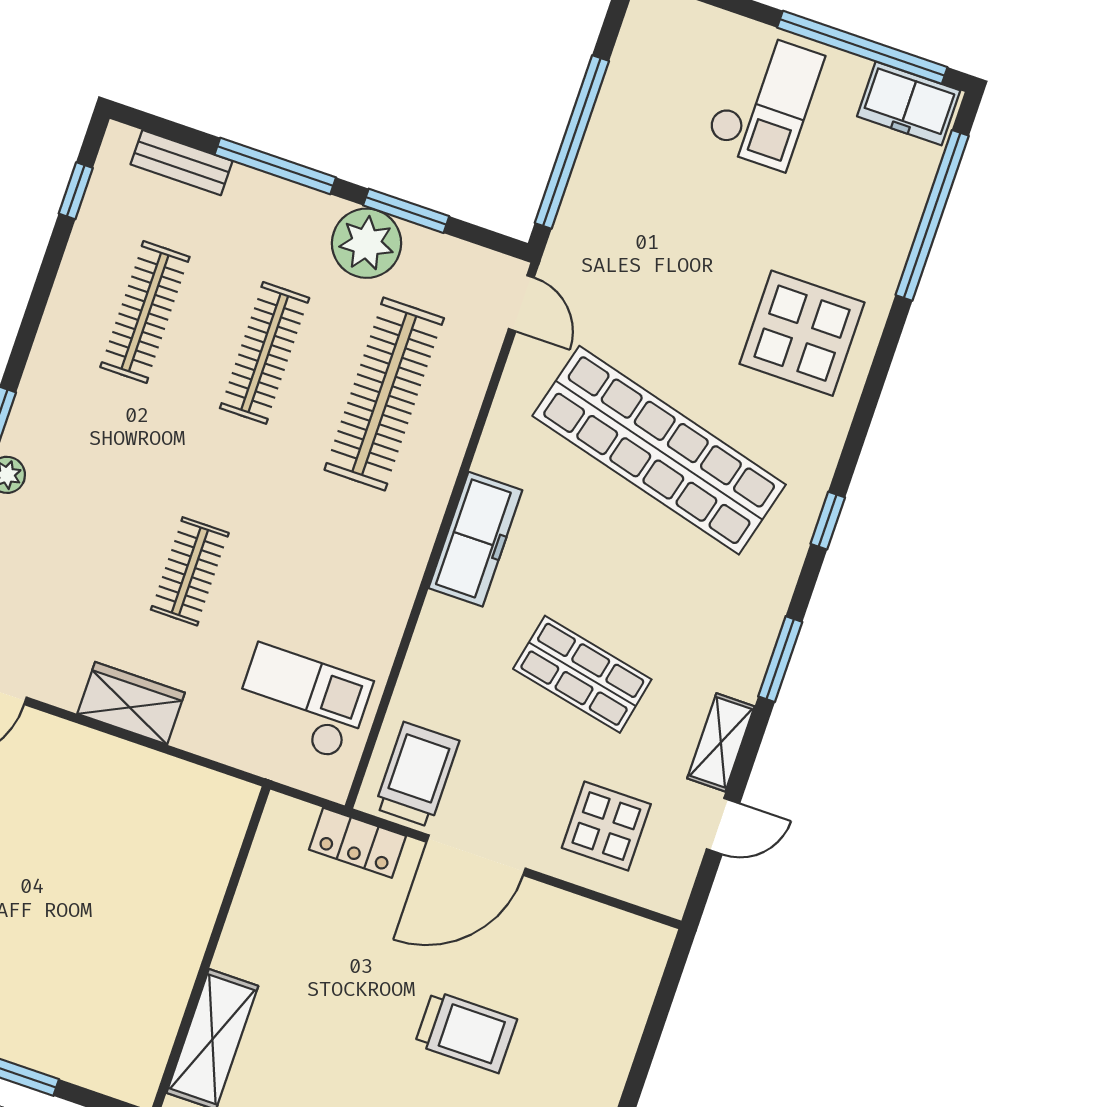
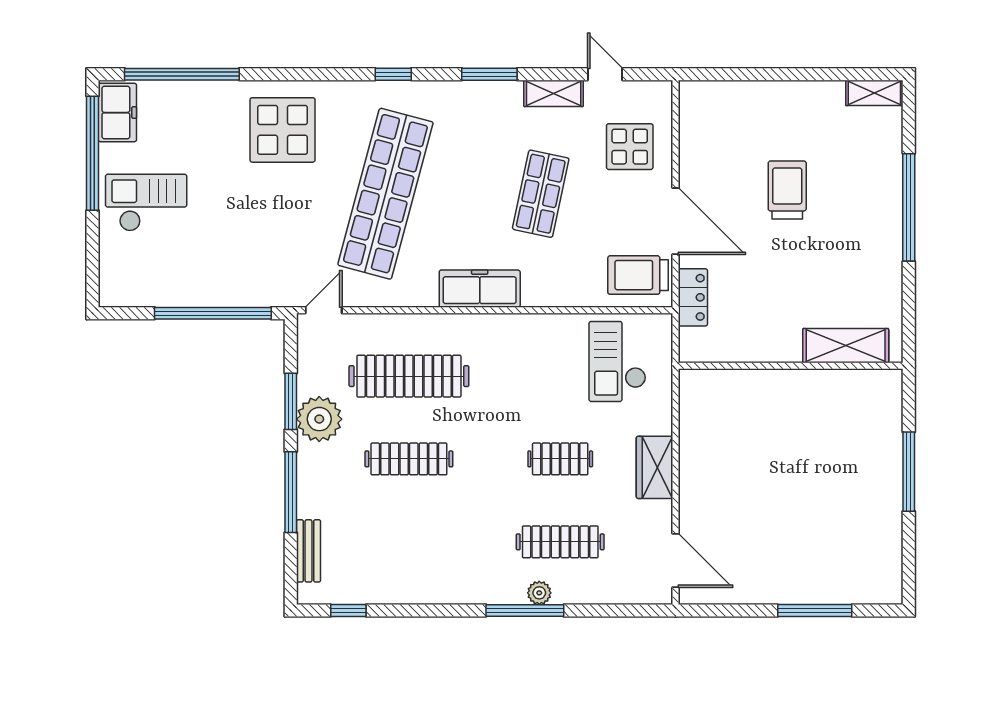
clothes rail: (145, 312) -> (560, 542), moved

